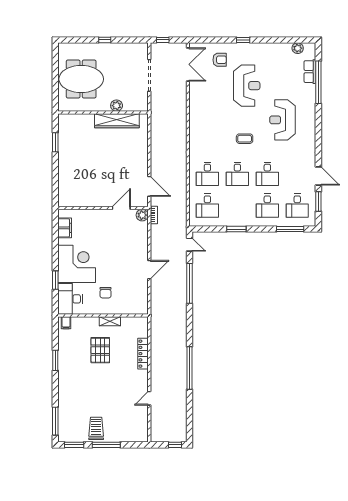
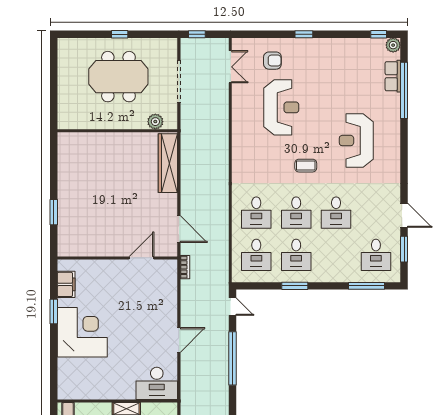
window: (299, 40) -> (379, 34), added
plant: (298, 48) -> (393, 45), moved
double door: (188, 64) -> (230, 67), width x0.73
meeting table: (81, 79) -> (118, 77), moved
reception desk: (247, 86) -> (281, 107), moved
plant: (117, 106) -> (155, 122), moved
wardrobe: (117, 121) -> (168, 163), moved, turned 90
window: (55, 142) -> (54, 212), moved
desk: (267, 206) -> (296, 255), moved
plant: (142, 215) -> (169, 267), removed
window: (55, 280) -> (54, 311), moved
chair: (105, 293) -> (121, 371), removed
desk: (70, 299) -> (157, 383), moved, turned -90

